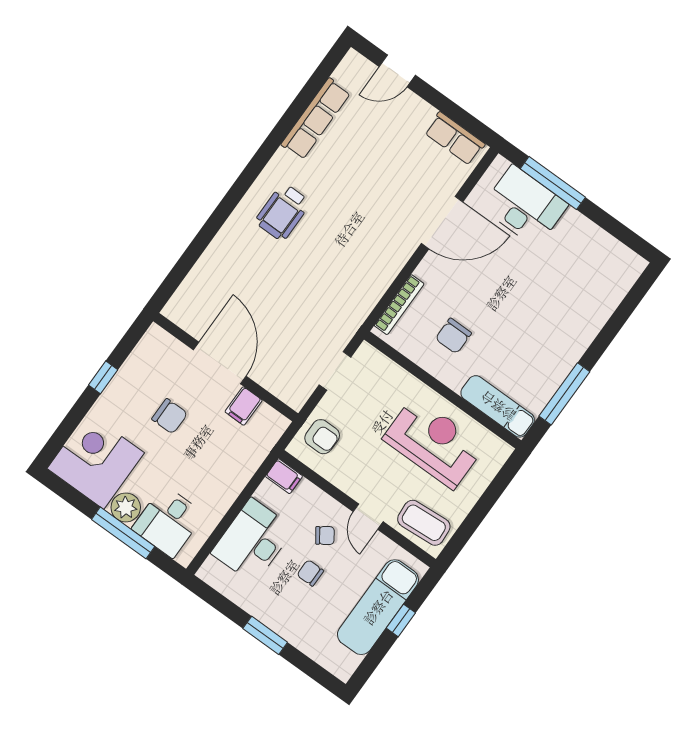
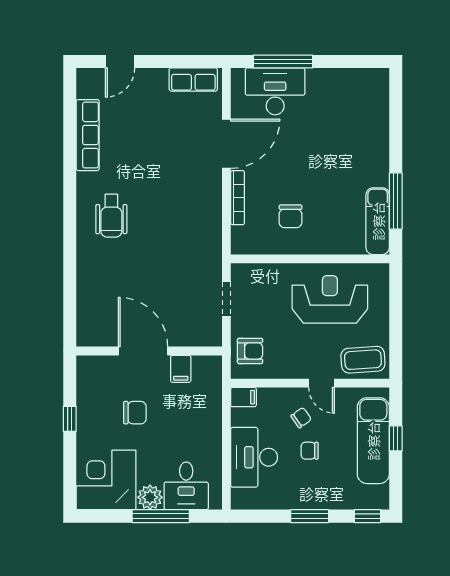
bookcase: (399, 305) -> (238, 198), moved
exam couch: (498, 406) -> (378, 221), moved, turned -90
window: (321, 675) -> (368, 516), added

